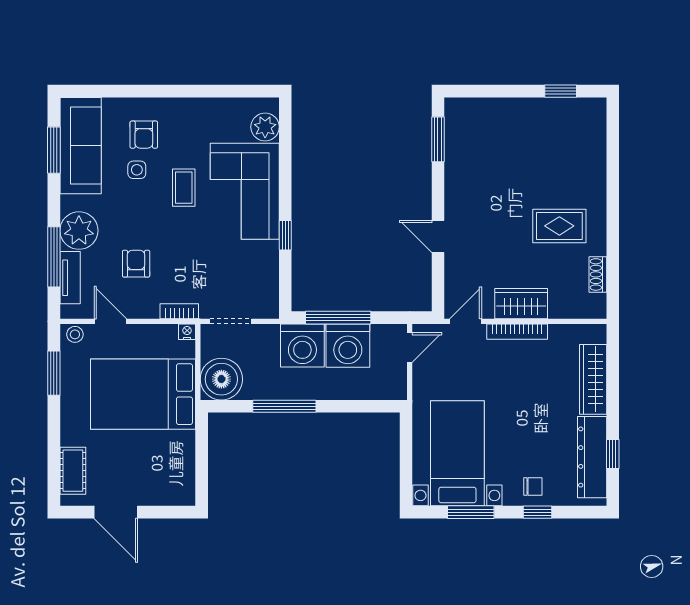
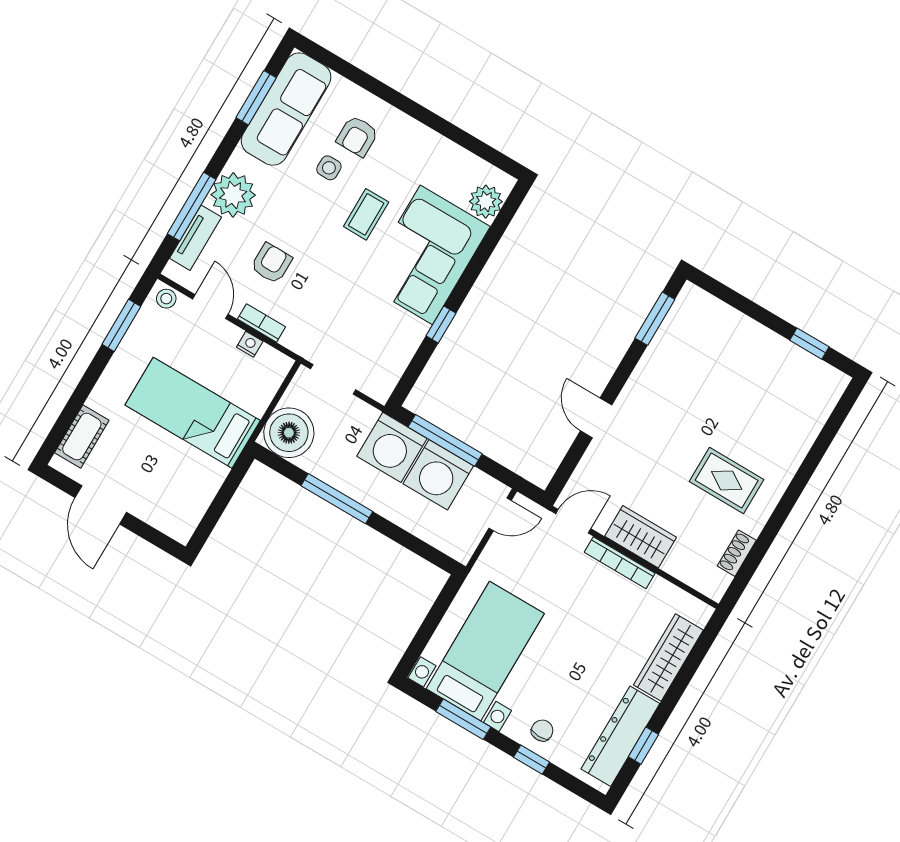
bookcase: (179, 311) -> (261, 323), moved
nightstand: (187, 332) -> (250, 344), moved
bed: (143, 394) -> (193, 413), width x0.67
chair: (533, 486) -> (542, 731), turned -90

